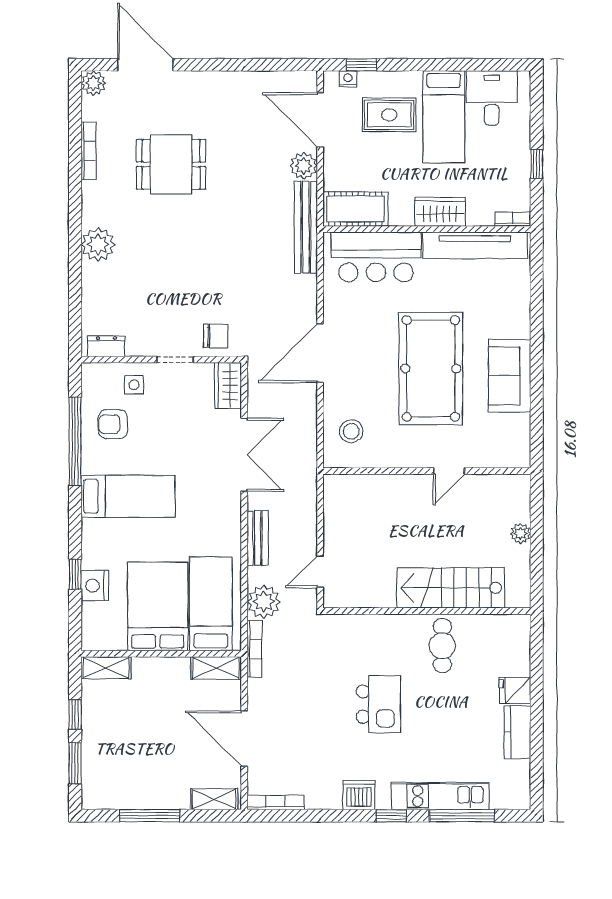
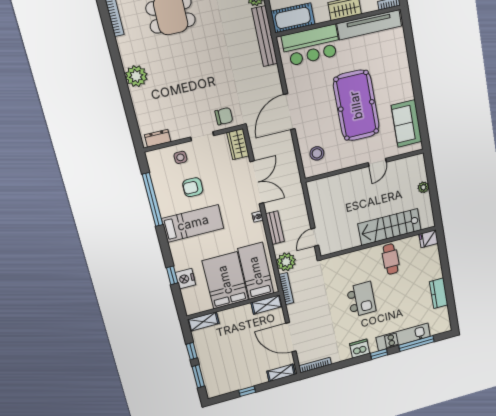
sofa: (510, 376) -> (407, 123), moved
armchair: (113, 424) -> (193, 187), moved
nightstand: (233, 512) -> (258, 217), added
fridge: (515, 691) -> (429, 239), moved
window: (150, 816) -> (247, 391), width x0.46

